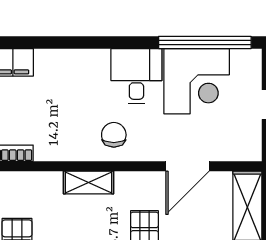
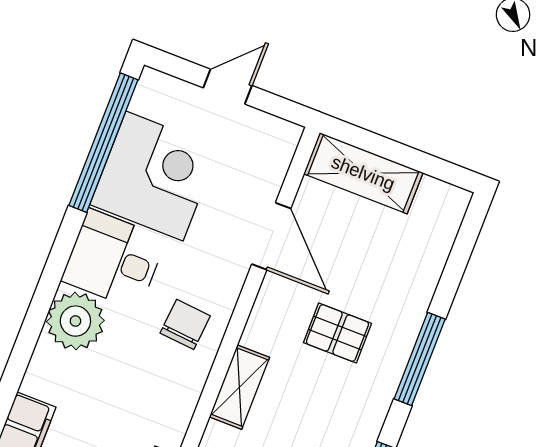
plant: (90, 67) -> (75, 321), added
chair: (114, 135) -> (185, 324), turned 95

